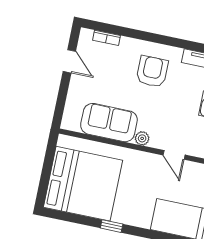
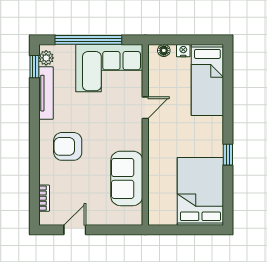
plant: (142, 138) -> (136, 143), removed
bed: (83, 184) -> (200, 191), width x0.73

